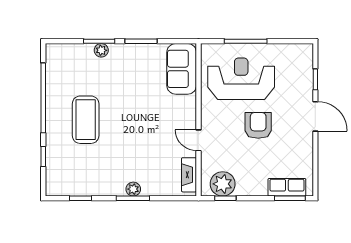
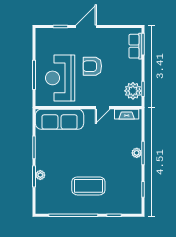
sofa: (182, 69) -> (60, 119), width x1.36

